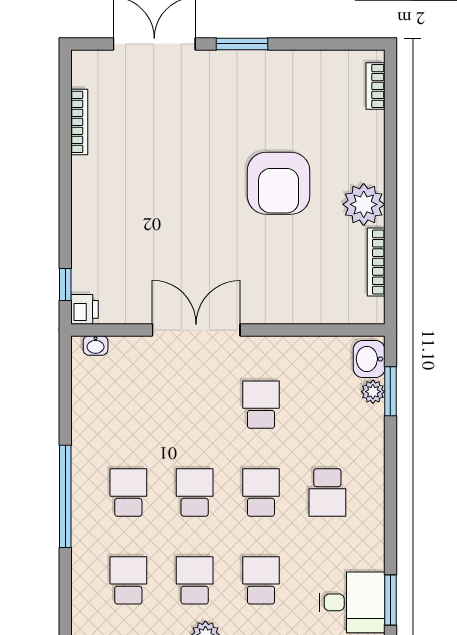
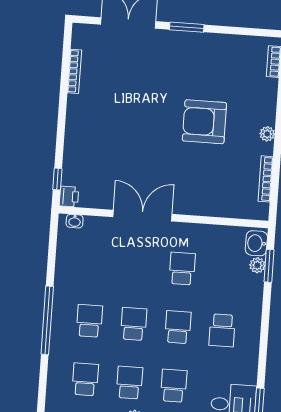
armchair: (279, 183) -> (204, 122), turned 90
plant: (364, 204) -> (267, 134), width x0.53, depth x0.53

